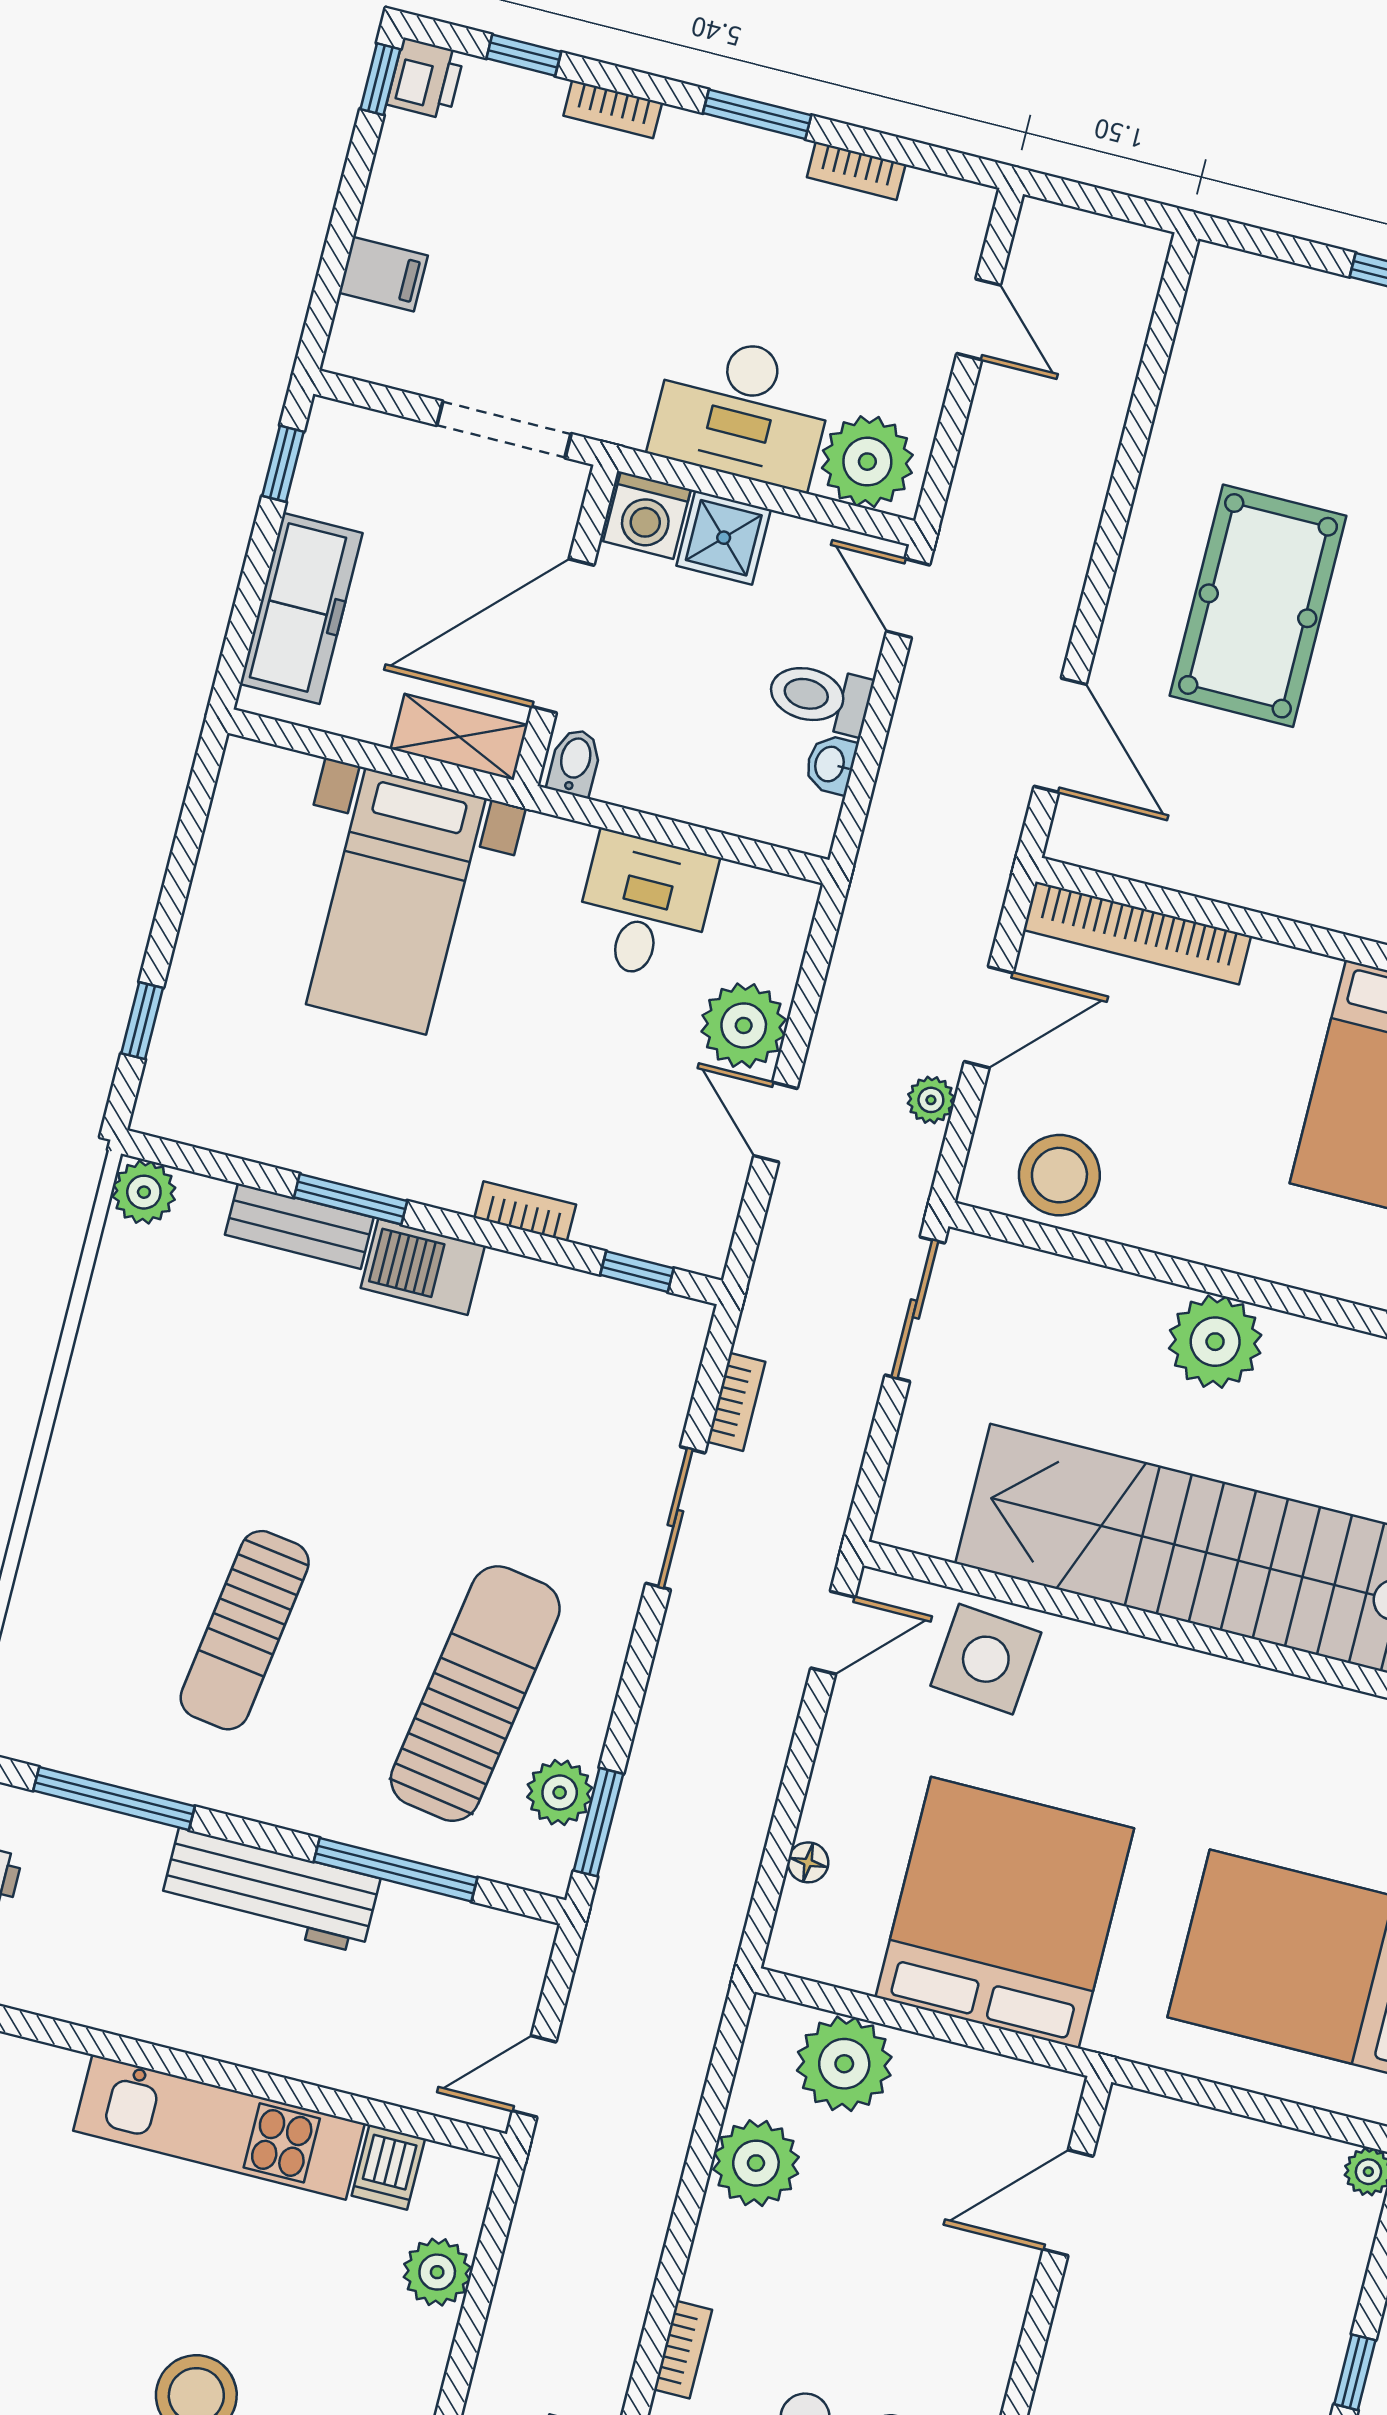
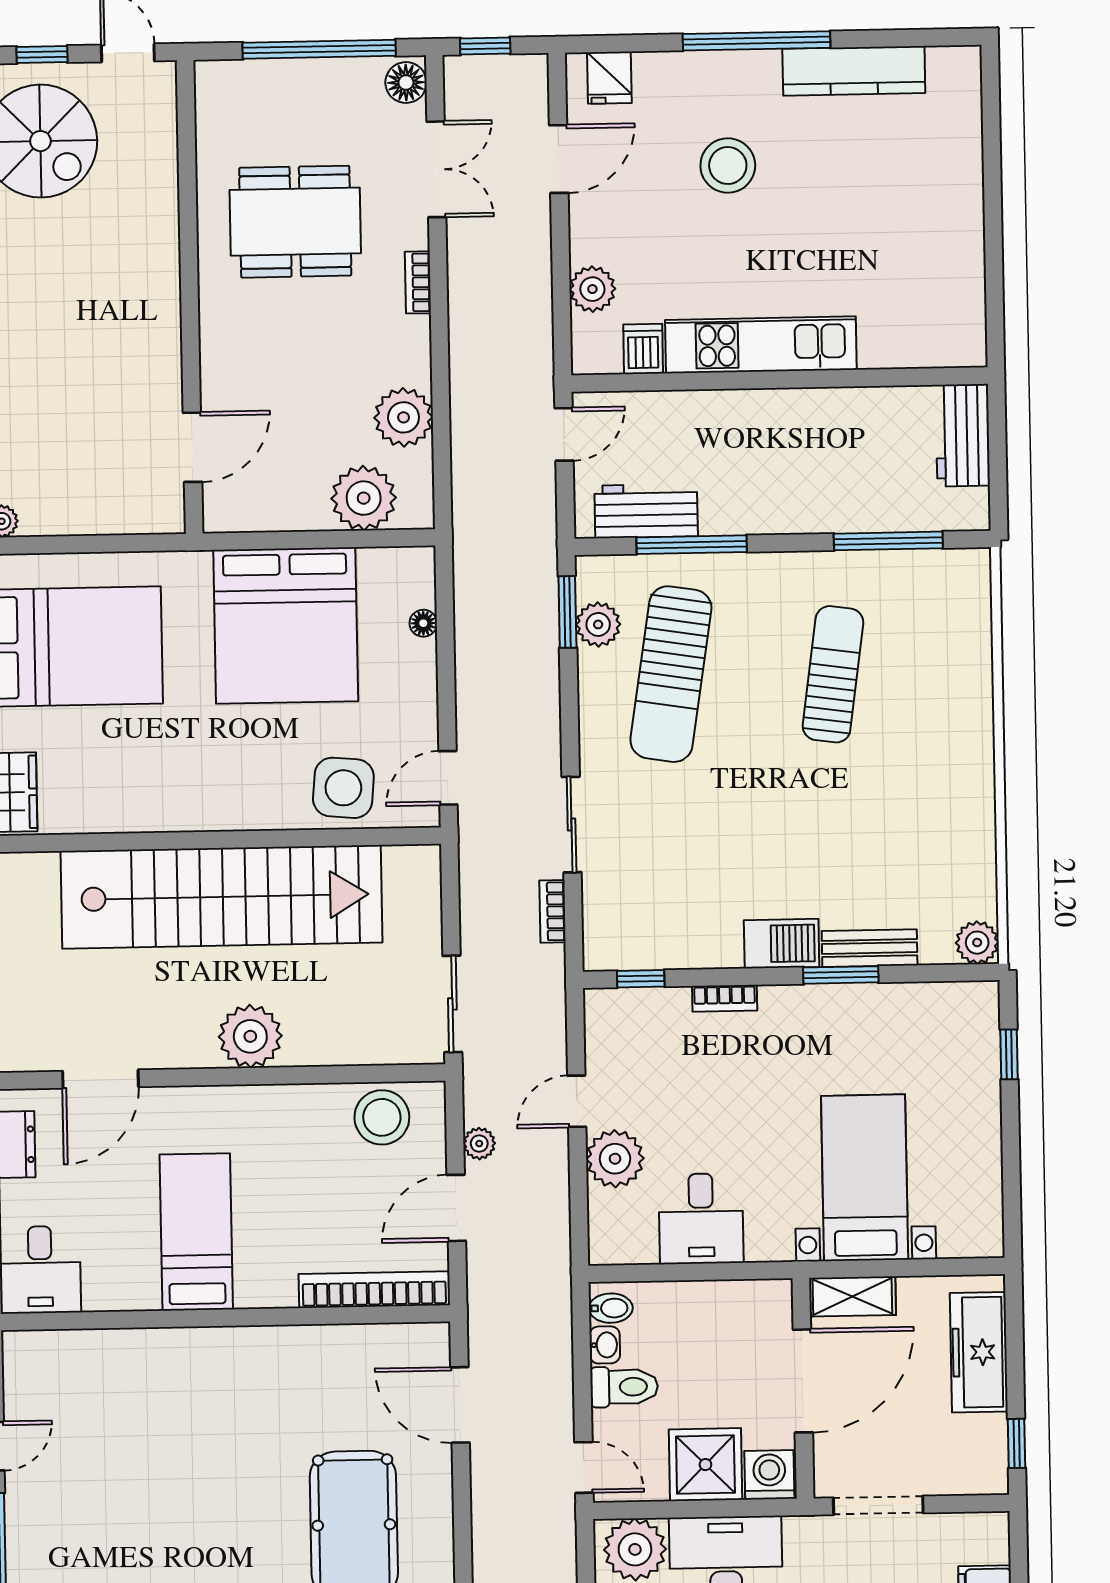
shower: (724, 538) -> (705, 1465), width x1.36, depth x1.36
bidet: (575, 762) -> (611, 1308), moved, turned -90
door: (776, 1122) -> (577, 1101), swing flipped
workbench: (270, 1891) -> (646, 511), moved, width x0.73

